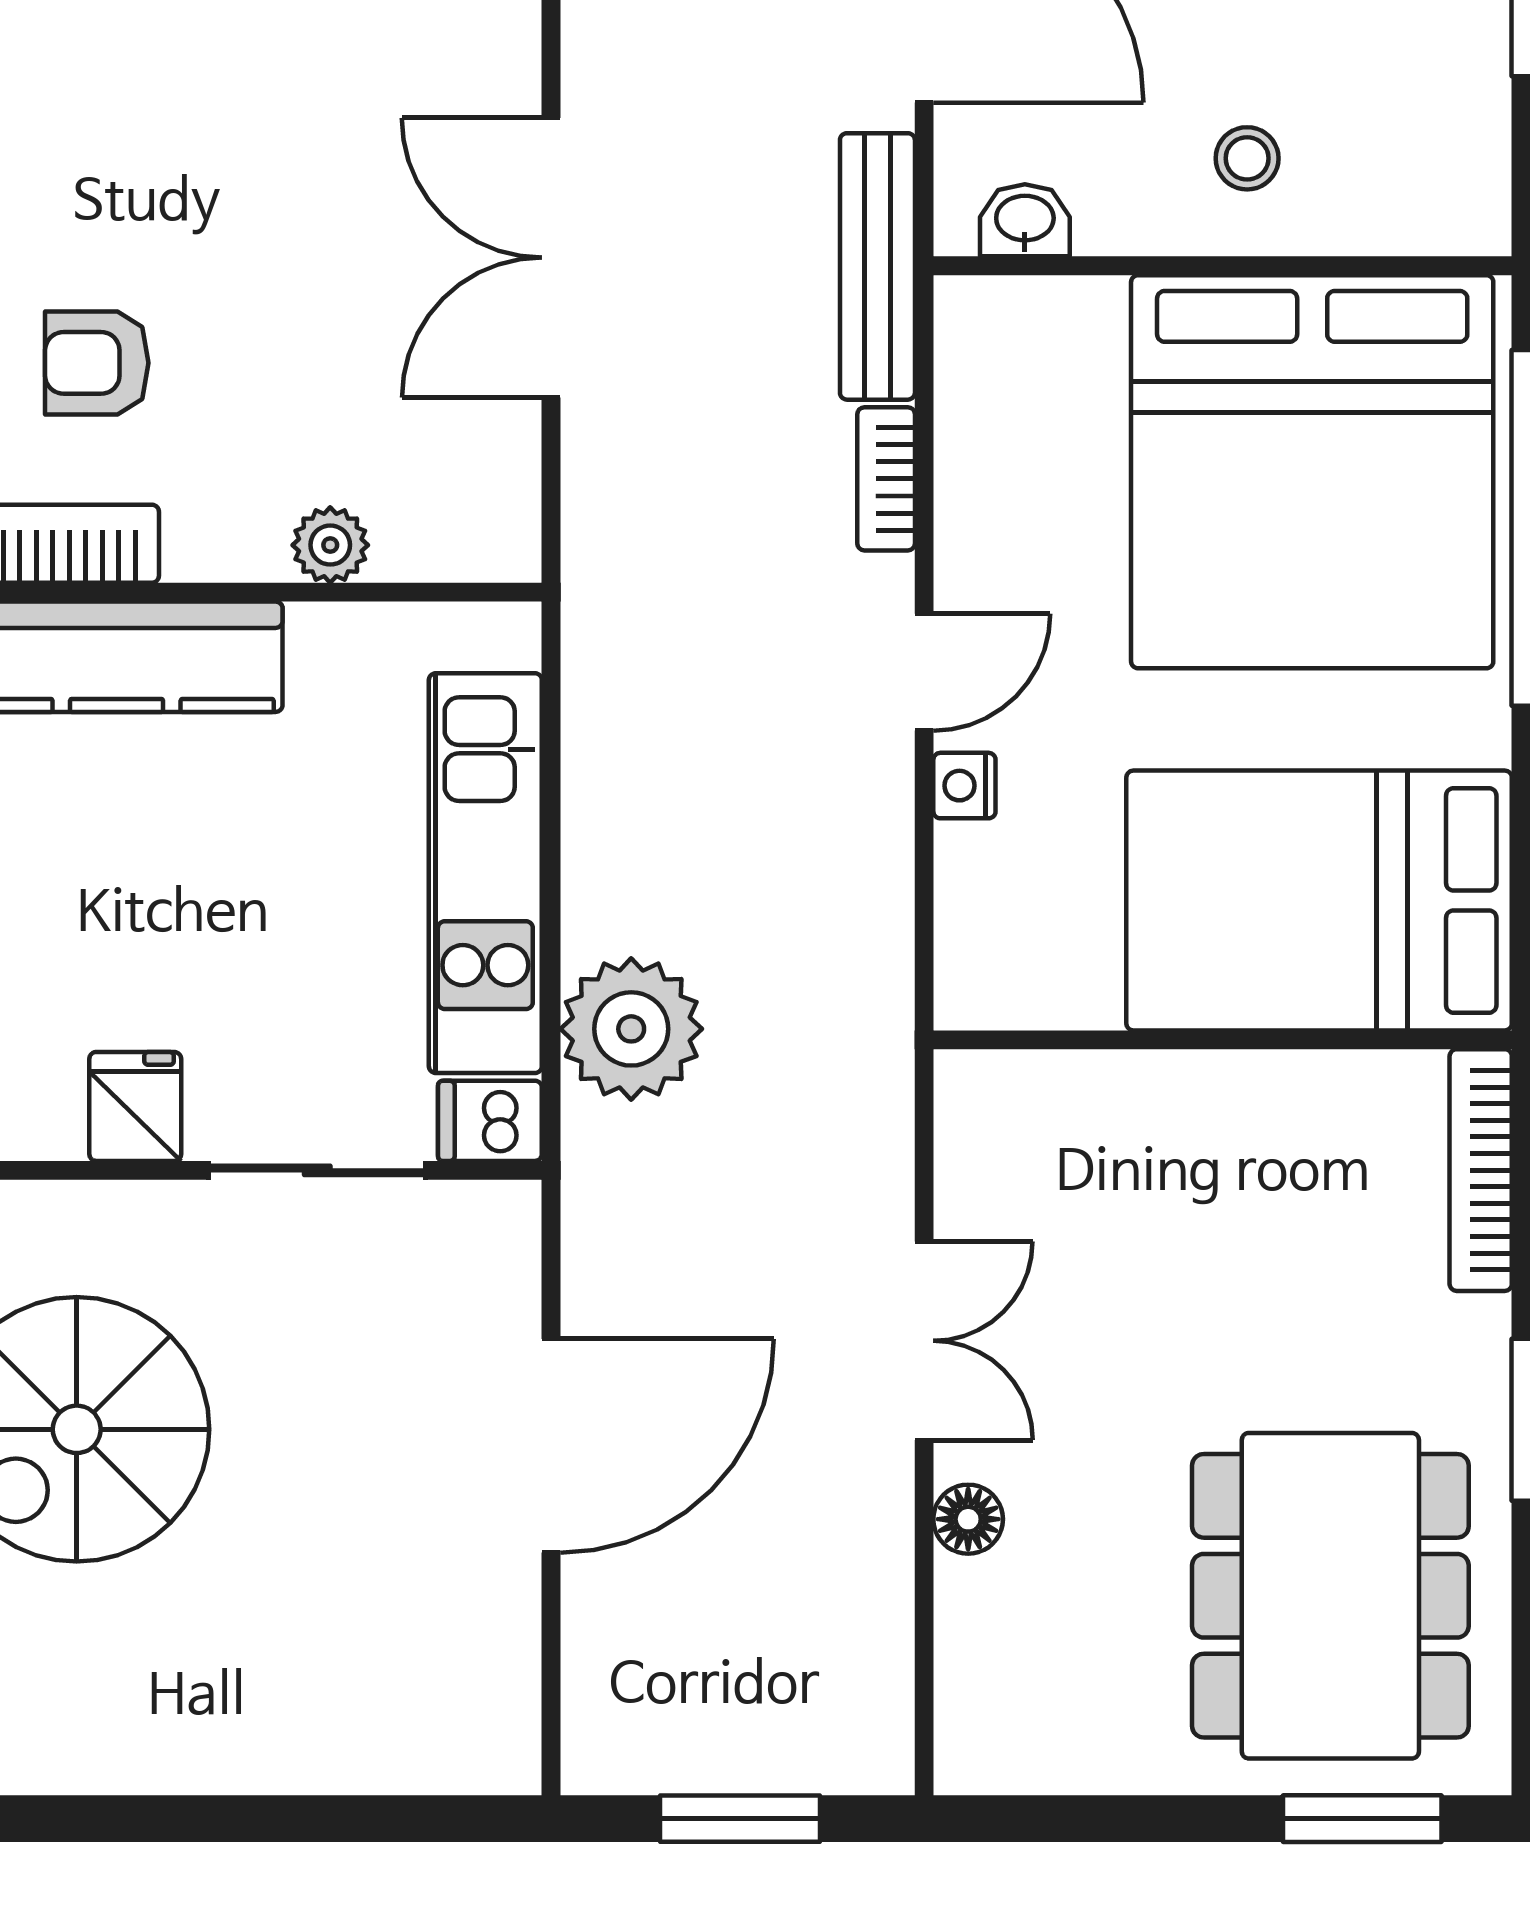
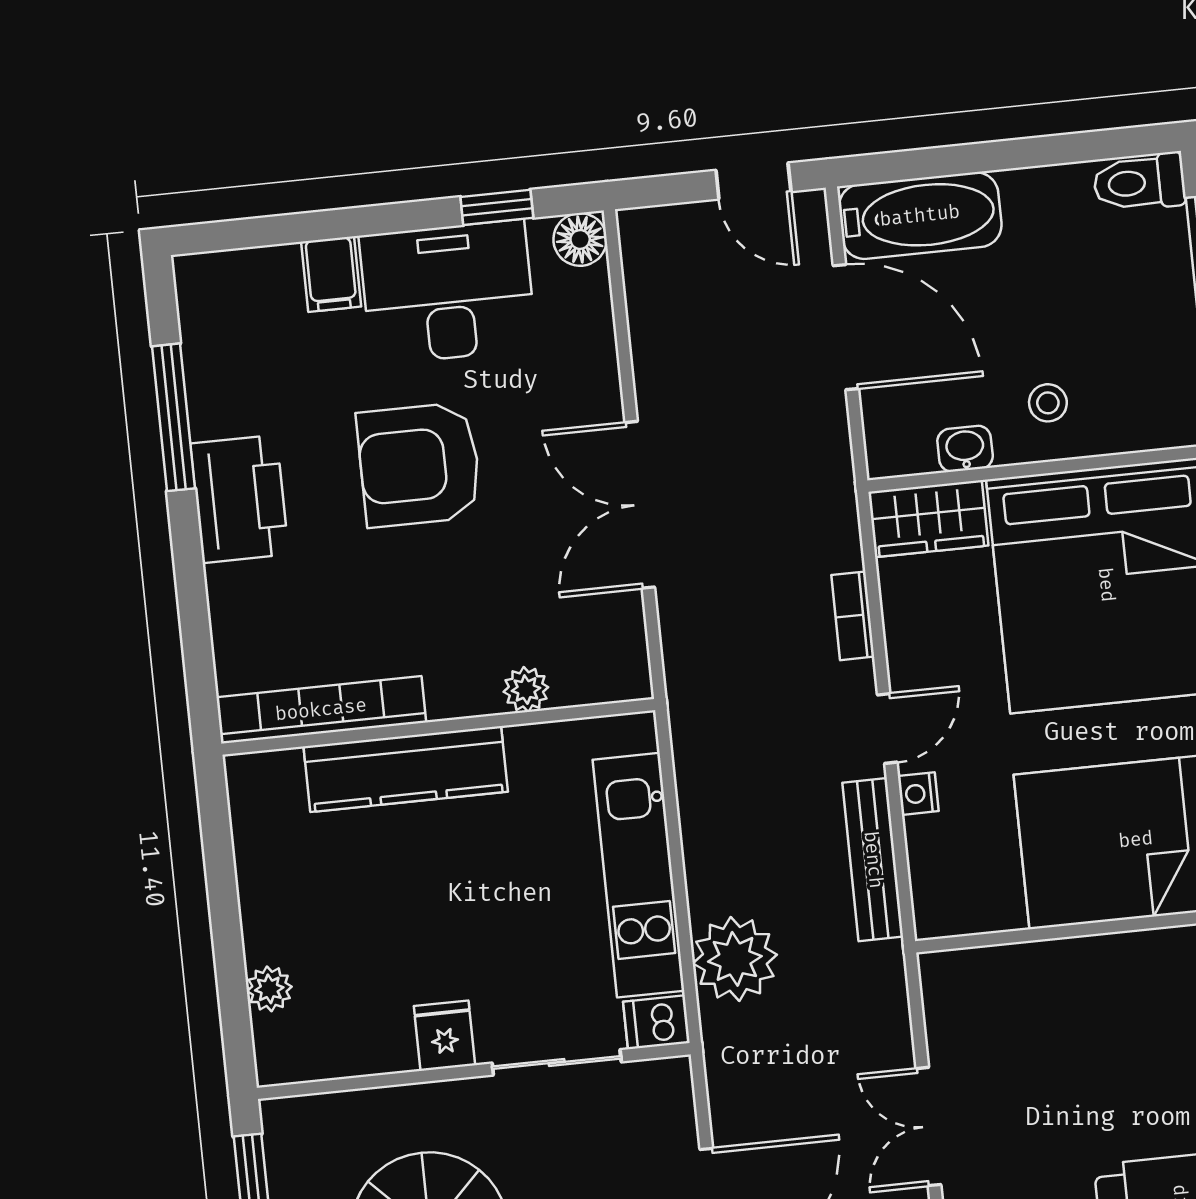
washbasin: (1025, 220) -> (965, 449), moved
bench: (877, 266) -> (873, 860), moved
wardrobe: (1029, 330) -> (928, 519), added
armchair: (97, 363) -> (419, 465), moved, width x1.88, depth x1.88
double door: (924, 1341) -> (928, 1127), swing flipped

